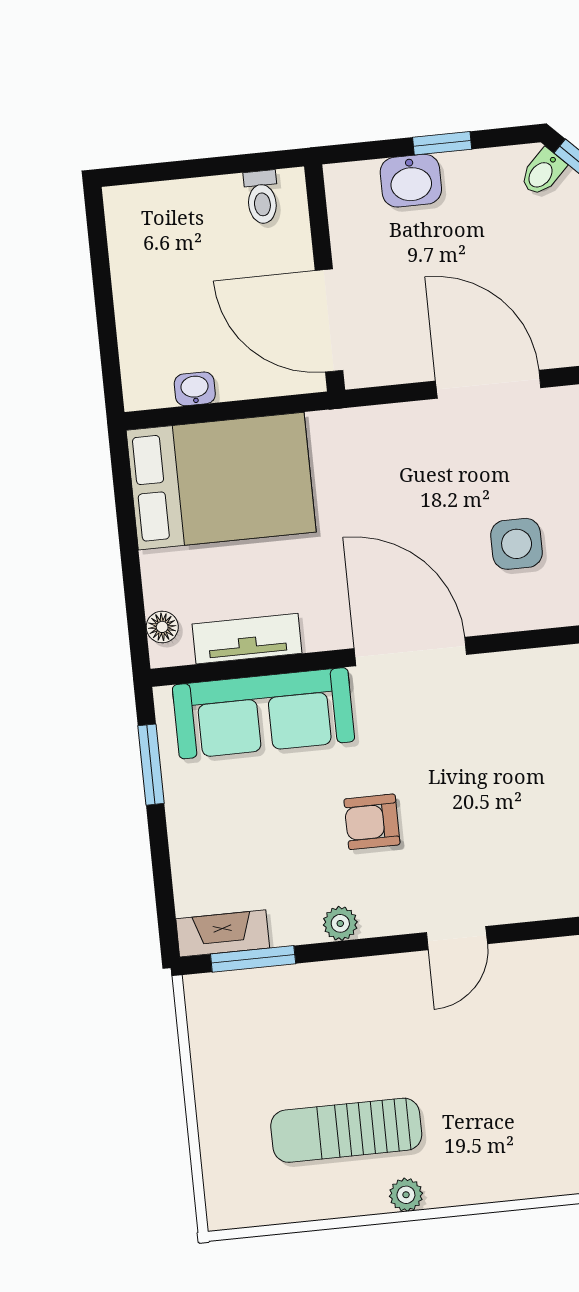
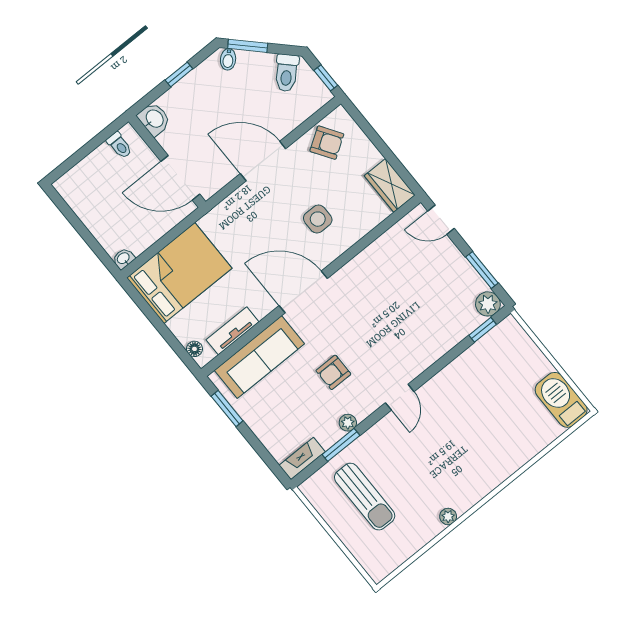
washbasin: (411, 181) -> (154, 119), moved, turned -90
washbasin: (195, 389) -> (123, 259), moved
window: (253, 959) -> (341, 445), moved
sun lounger: (346, 1130) -> (365, 497), moved, turned -90

